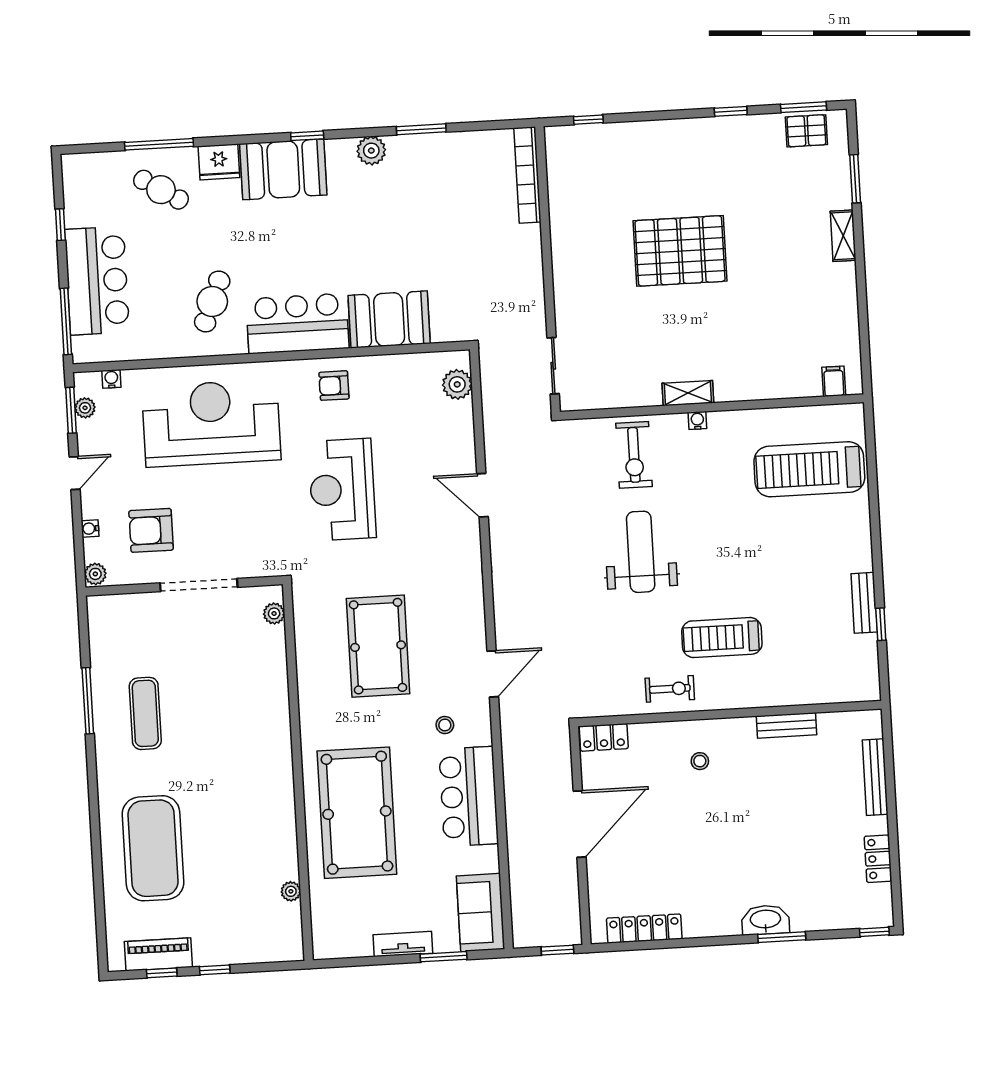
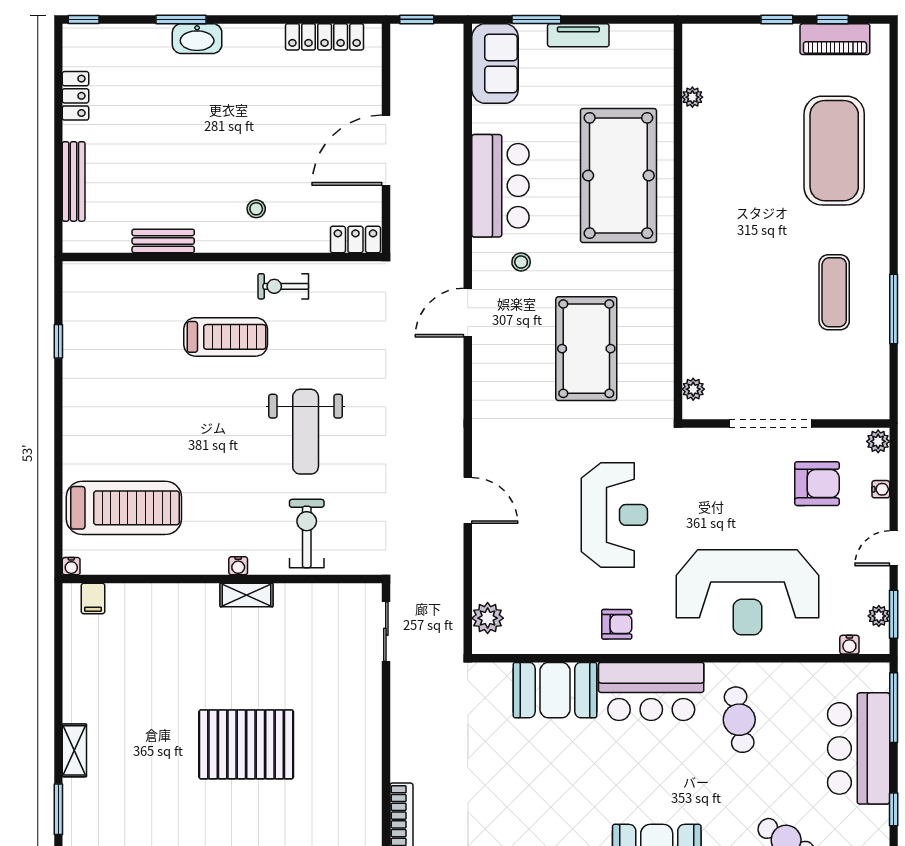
cafe table: (212, 301) -> (739, 720), turned -31
water cooler: (856, 411) -> (71, 566), added
bench: (864, 603) -> (74, 365), removed

